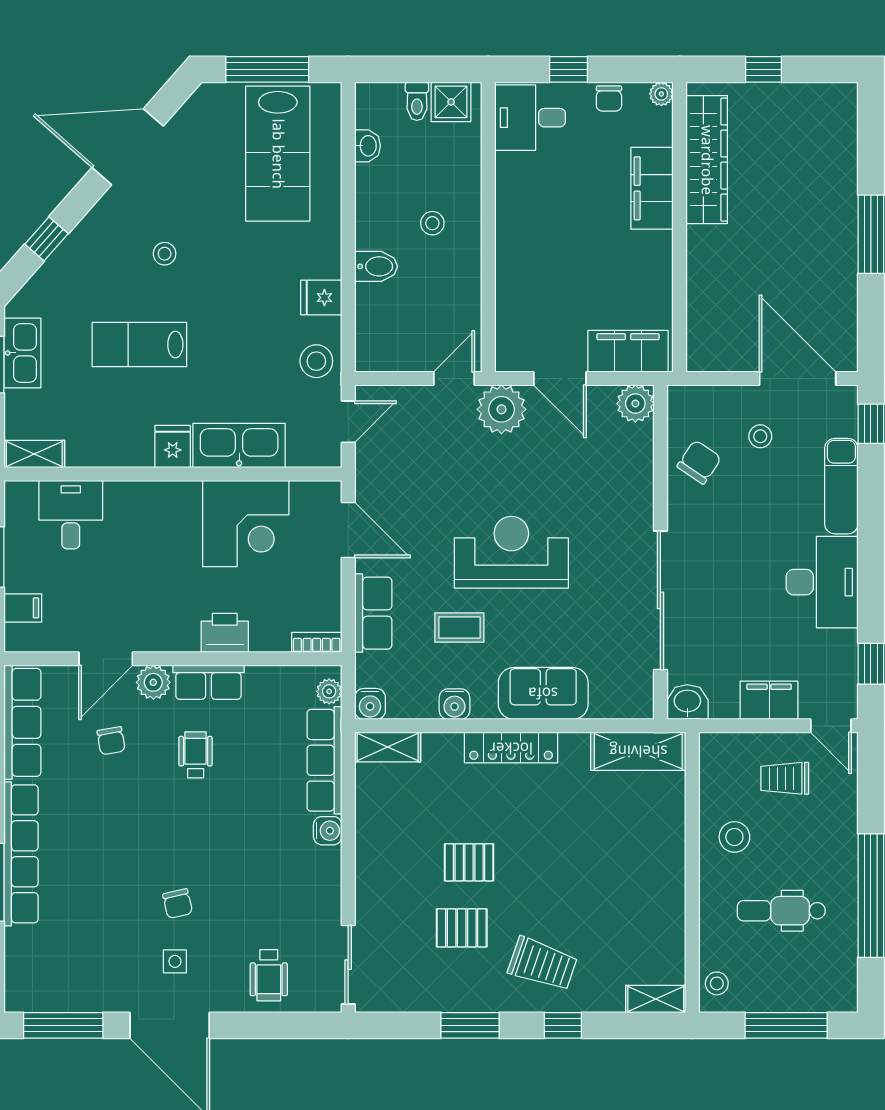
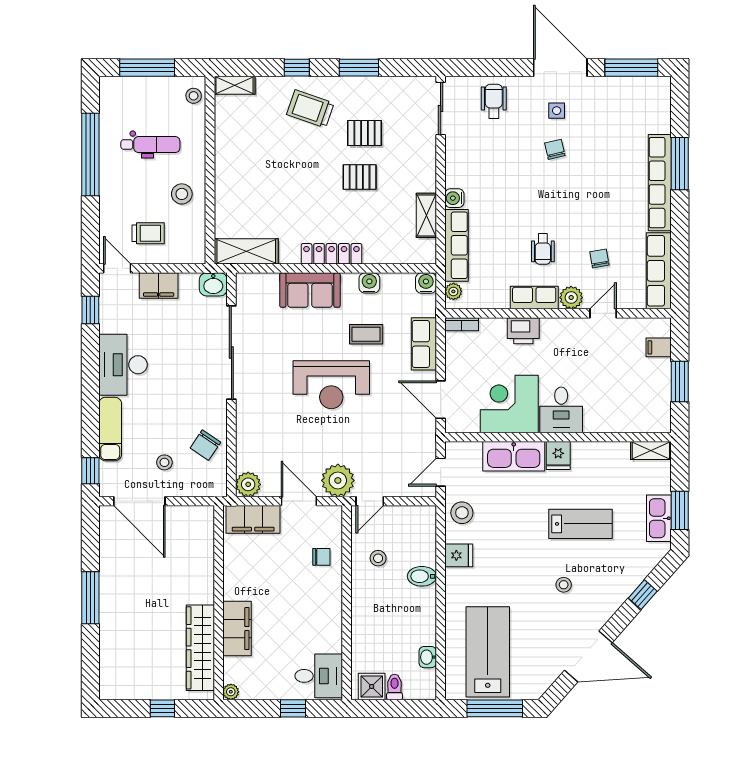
chair: (609, 99) -> (321, 557), moved, turned 90
stool: (432, 223) -> (378, 558), moved
desk: (71, 515) -> (561, 410), moved
door: (106, 659) -> (603, 313), width x0.73
shelving: (388, 747) -> (426, 215), moved, turned 90

